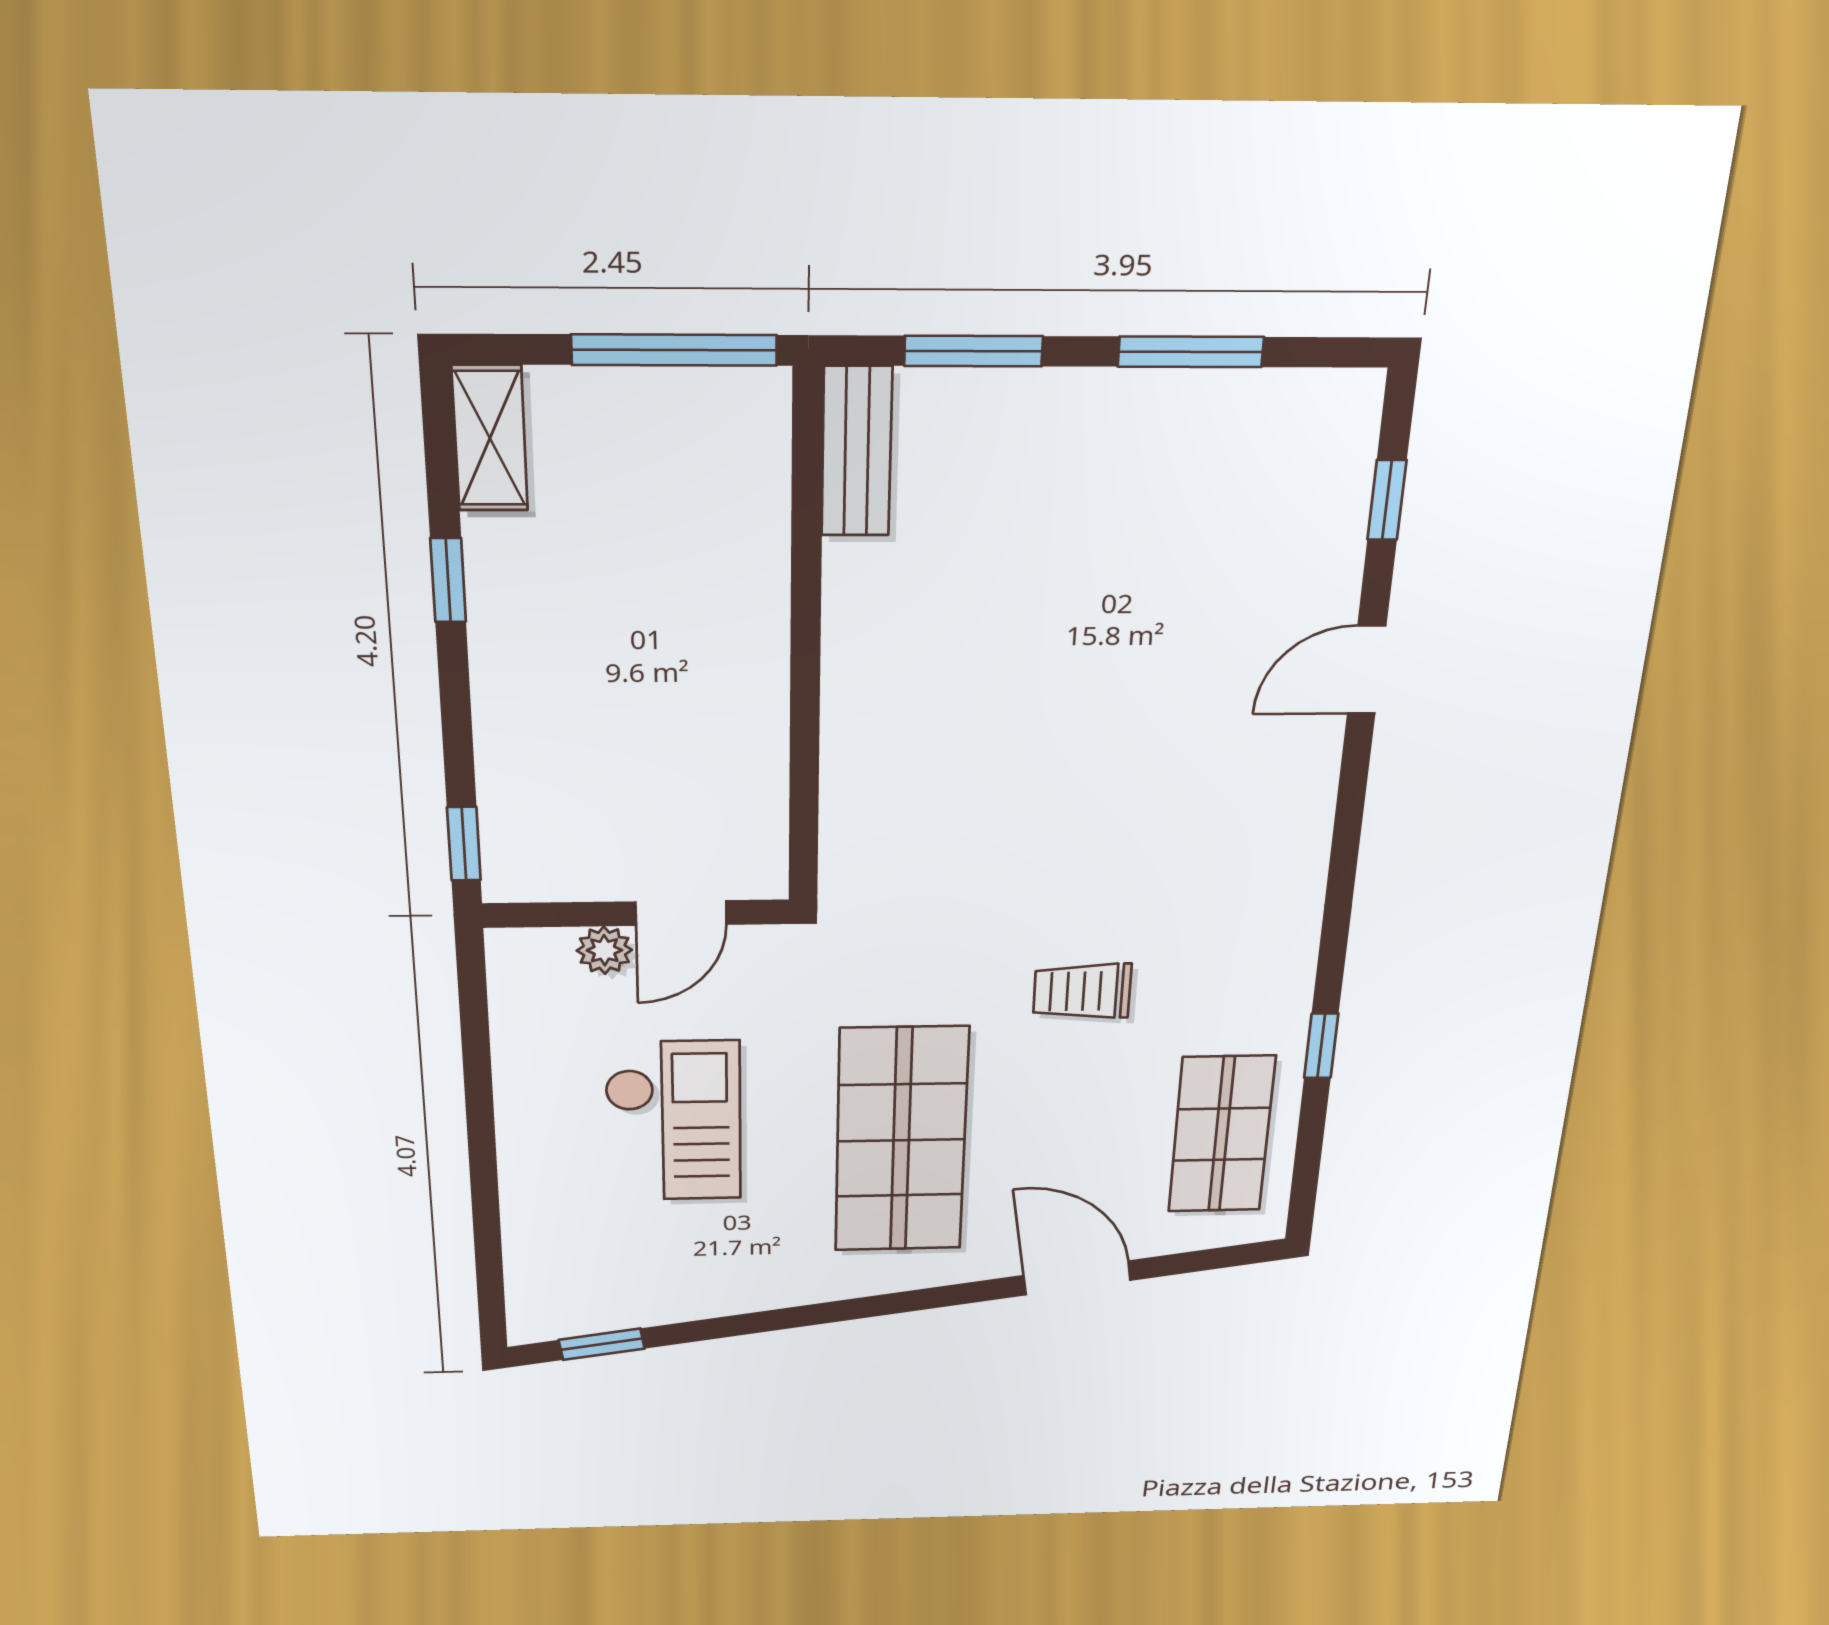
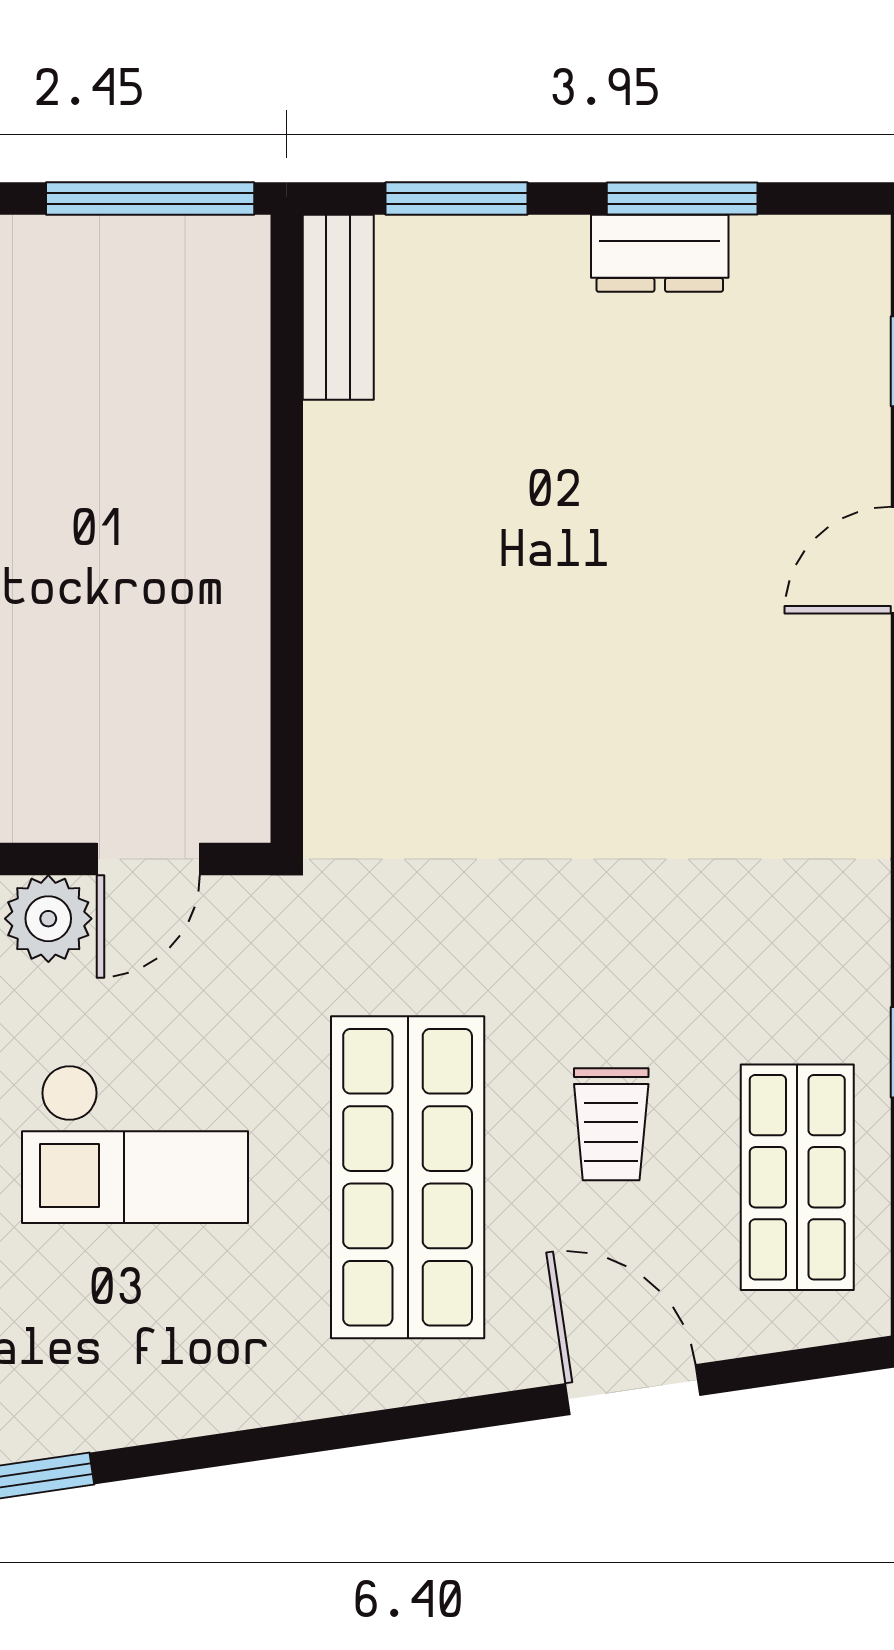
dresser: (1165, 403) -> (660, 253), added
plant: (604, 950) -> (48, 919), width x1.38, depth x1.38
trolley: (1082, 991) -> (611, 1124), moved, turned -90
checkout: (673, 1121) -> (135, 1144), turned 90

